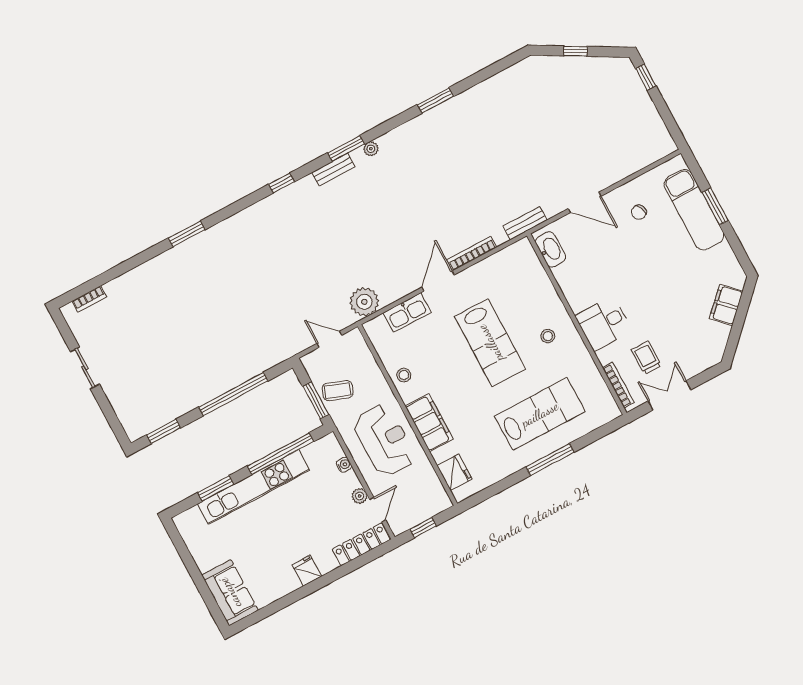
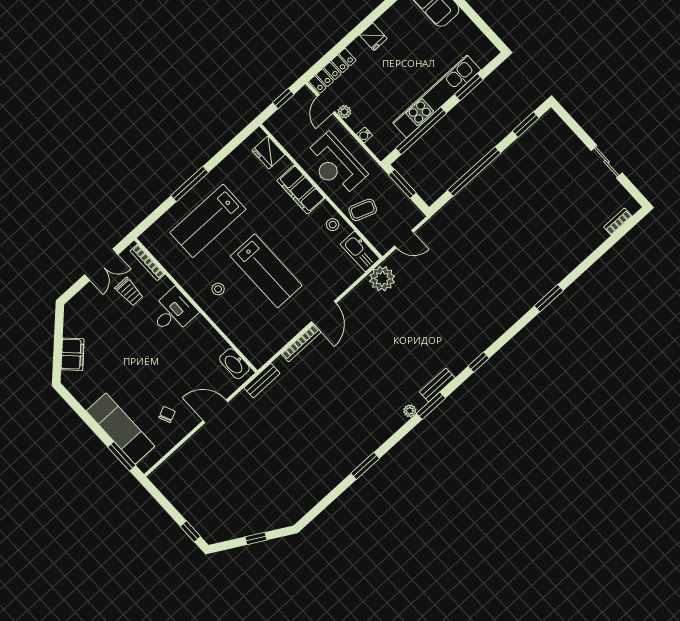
window: (715, 206) -> (122, 456), moved
kitchen sink: (407, 313) -> (360, 251), moved, turned -90
lab bench: (490, 343) -> (266, 271), turned 180
coffee table: (338, 391) -> (363, 210), moved

